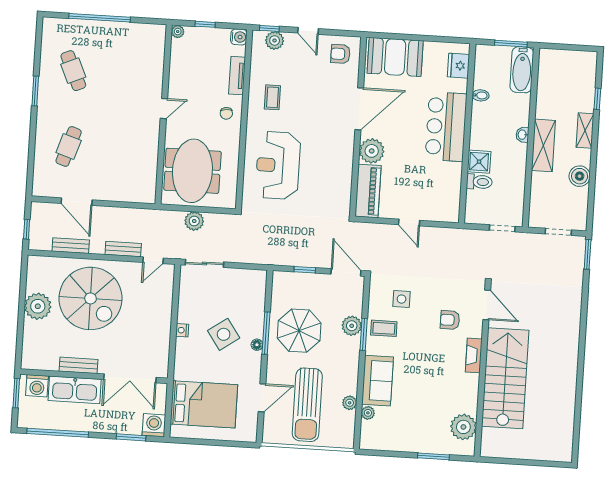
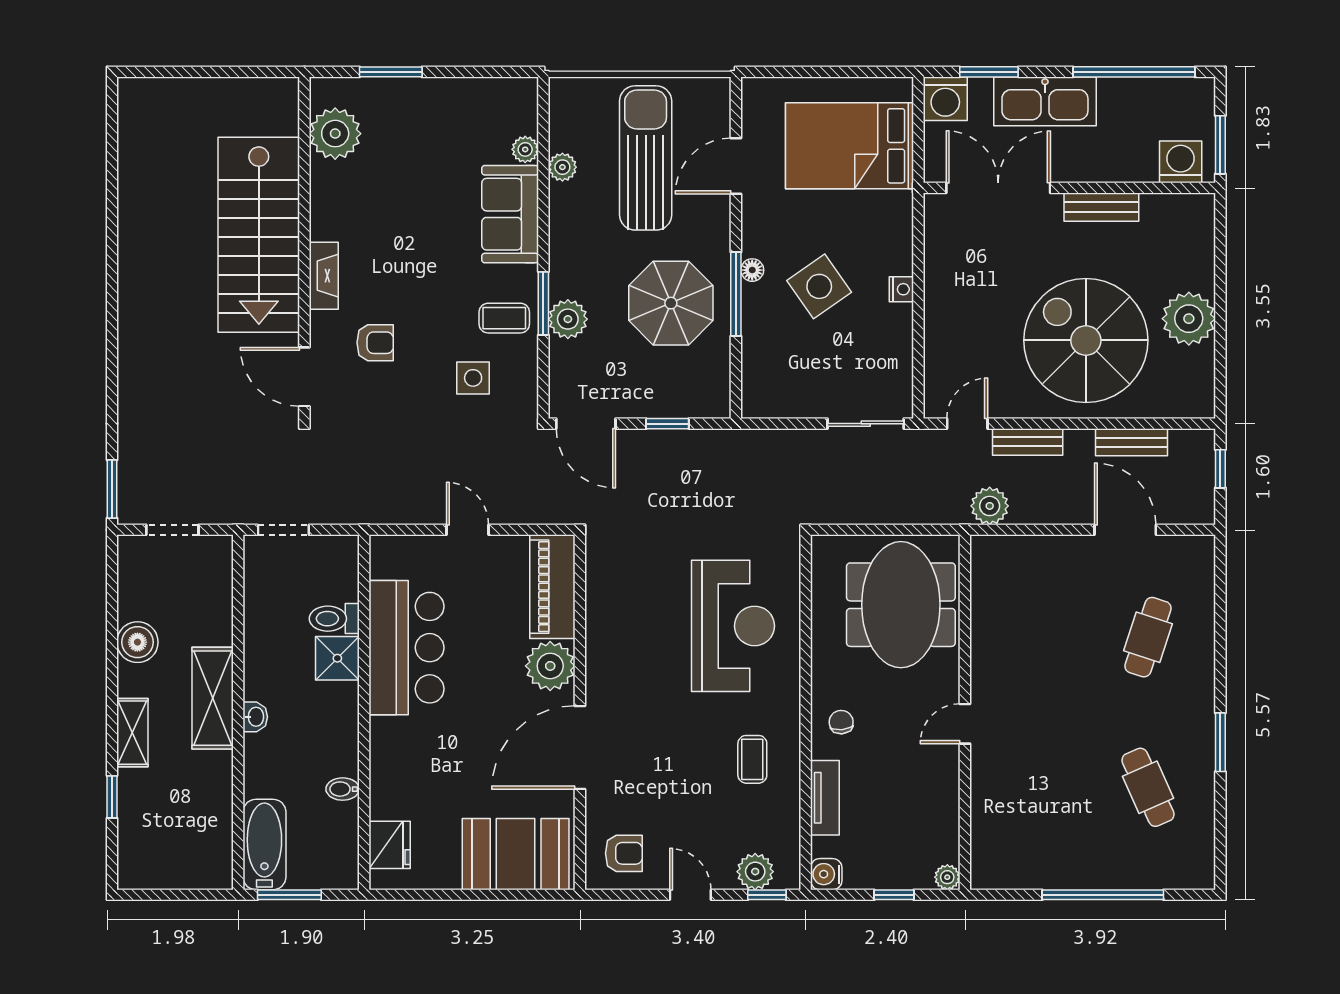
bar counter: (446, 127) -> (407, 648), moved
plant: (194, 221) -> (990, 506), moved
kitchen sink: (75, 390) -> (1045, 101), moved, turned 180

